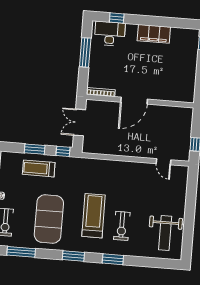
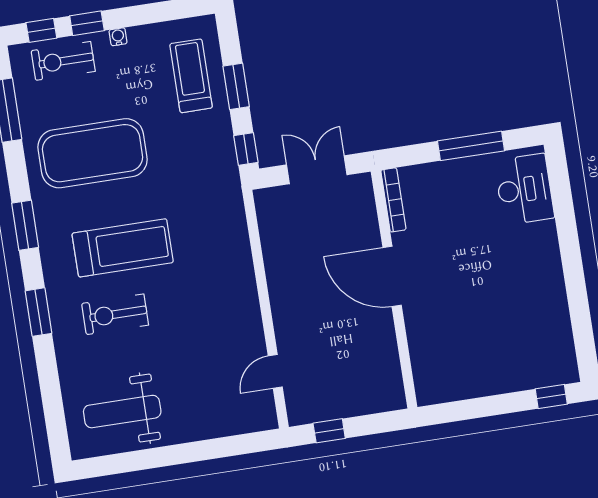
window: (117, 18) -> (562, 196), removed
filing cabinet: (154, 34) -> (547, 285), removed
treadmill: (39, 168) -> (191, 76), moved

